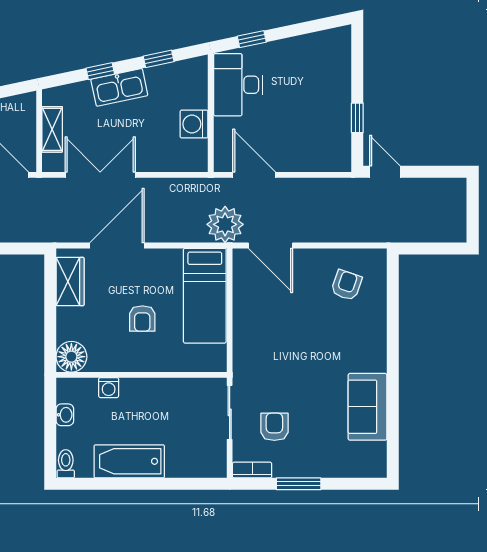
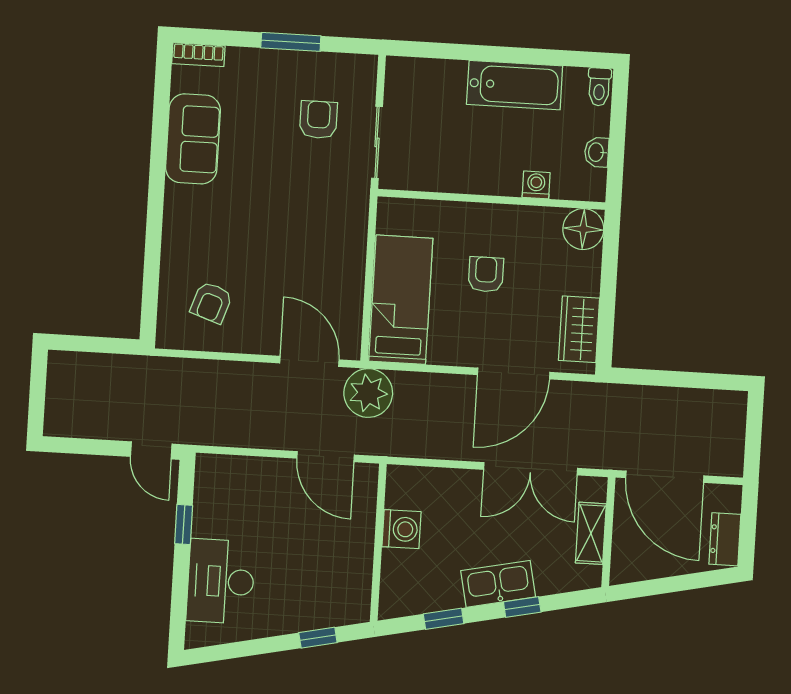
desk: (238, 85) -> (221, 581), moved, turned 180
armchair: (274, 427) -> (319, 120), turned 180
bookcase: (252, 470) -> (198, 55), moved

